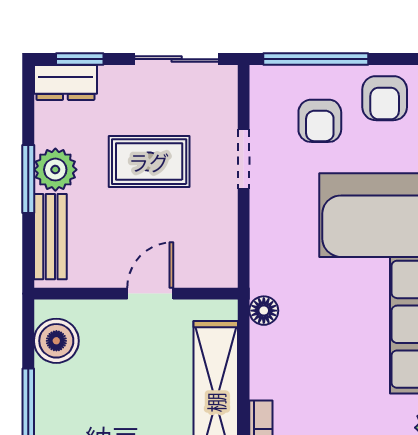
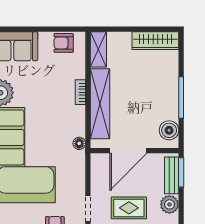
window: (28, 179) -> (181, 172), moved
door: (150, 294) -> (128, 151), width x1.88

